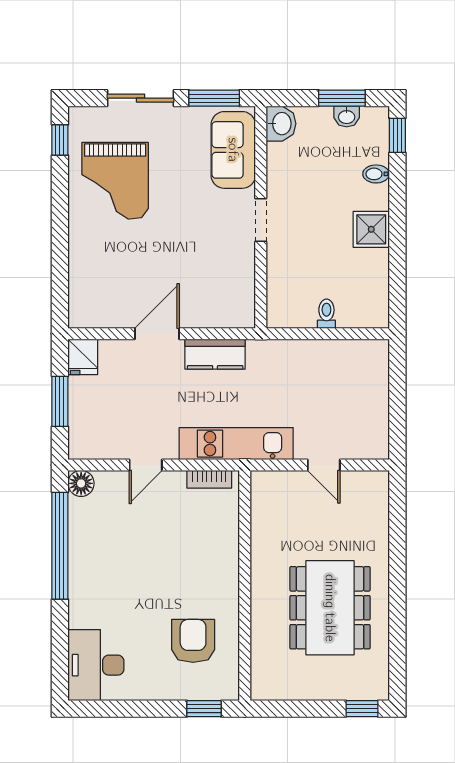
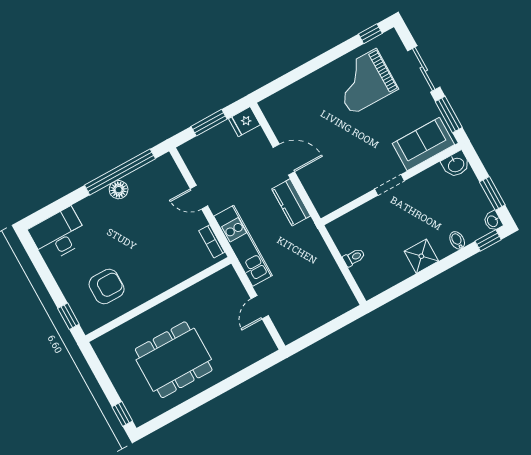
washbasin: (347, 116) -> (493, 221), moved
floor lamp: (81, 483) -> (119, 190), moved

